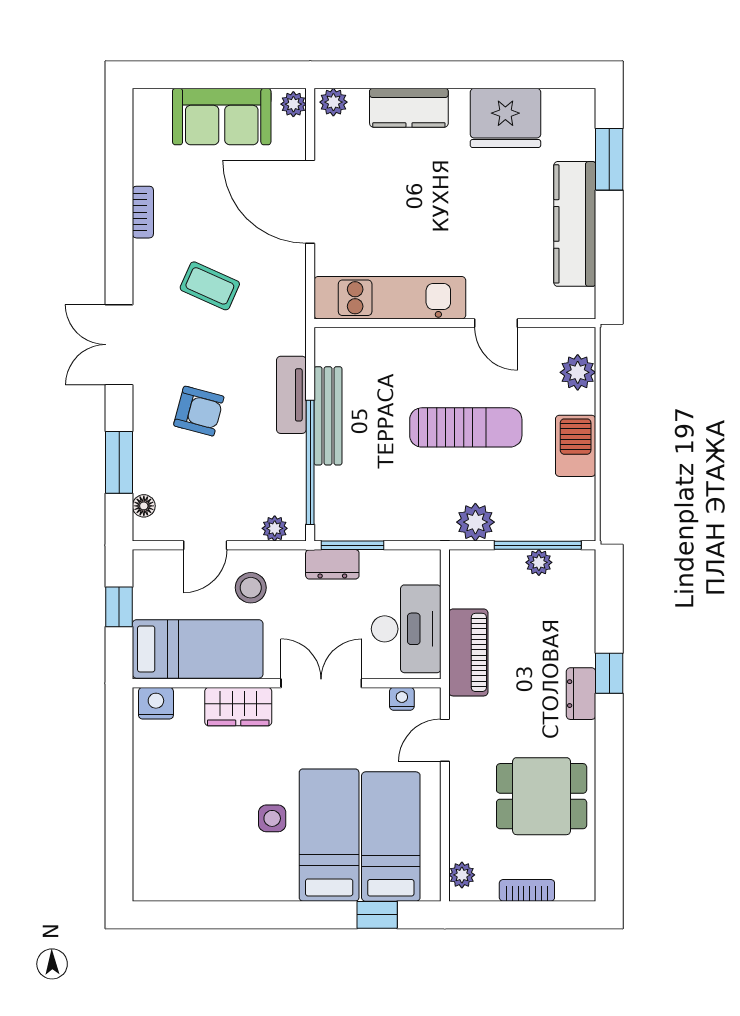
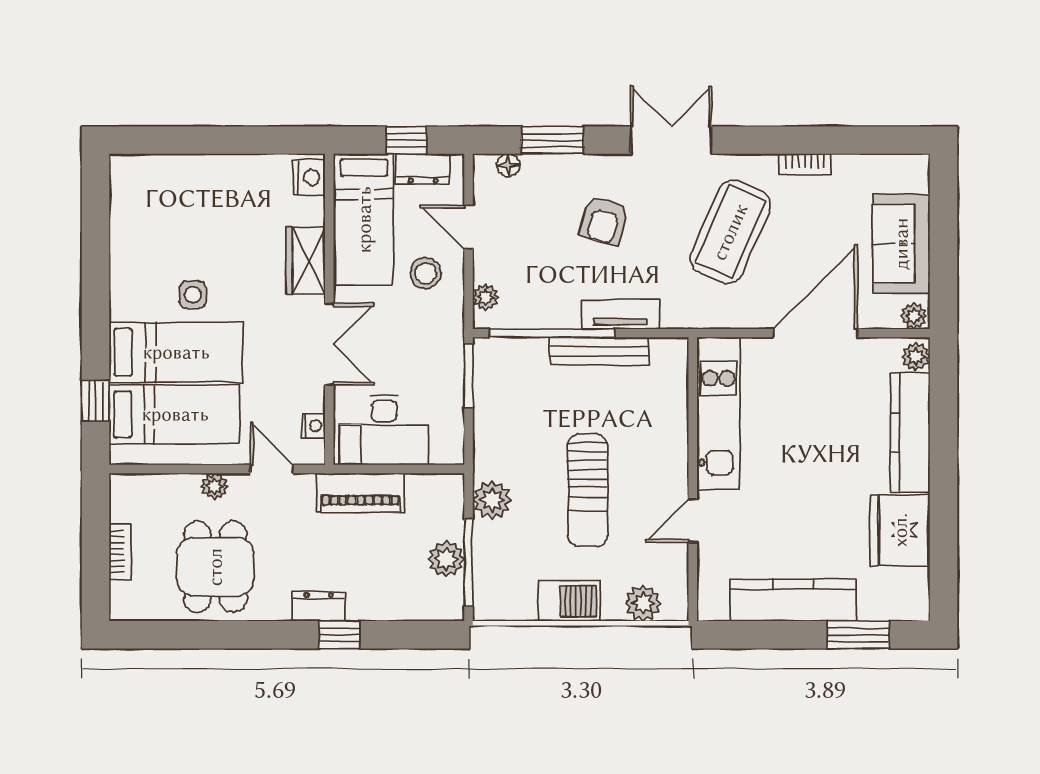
kitchen counter: (409, 108) -> (910, 433), width x1.50
coffee table: (210, 286) -> (730, 232), width x1.86, depth x1.72
plant: (539, 562) -> (446, 559), width x1.38, depth x1.38
dresser: (332, 564) -> (423, 169), moved, turned -90
plant: (462, 875) -> (214, 486), moved

